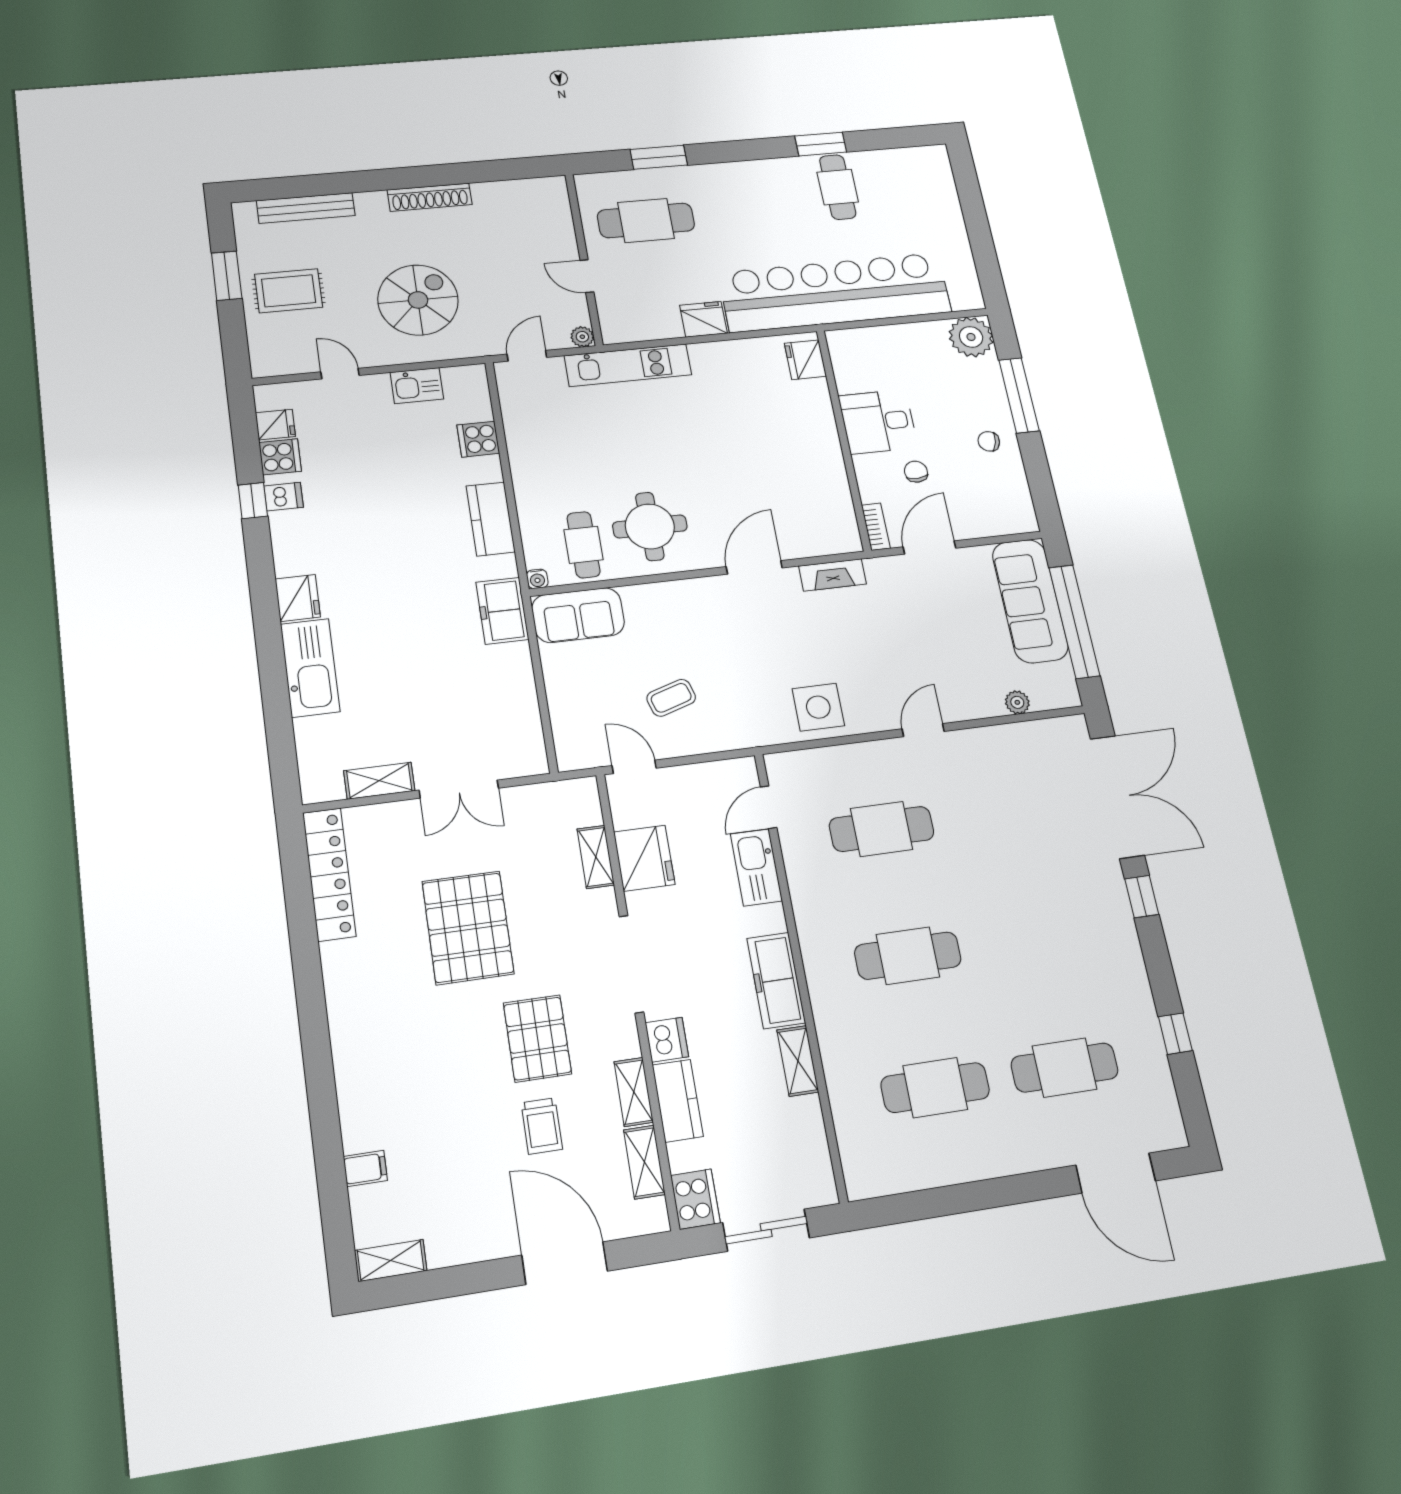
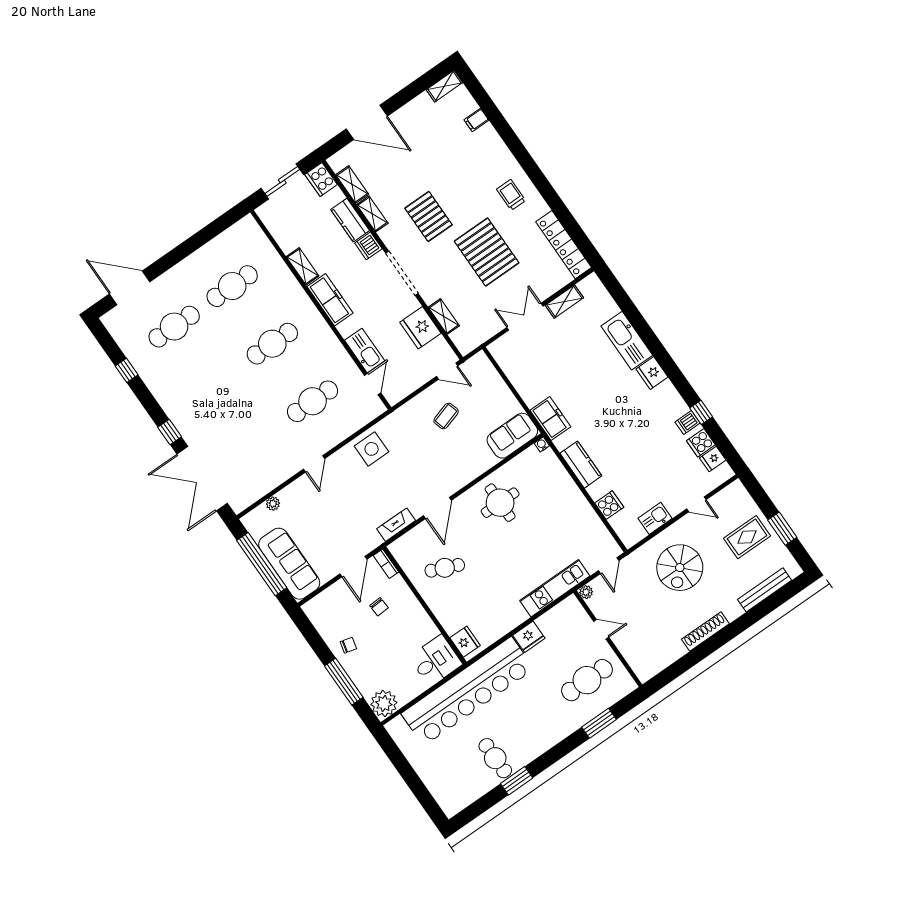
desk: (878, 422) -> (436, 661), moved
cafe table: (584, 545) -> (445, 568), moved, turned -67
trolley: (542, 1126) -> (511, 195), moved

